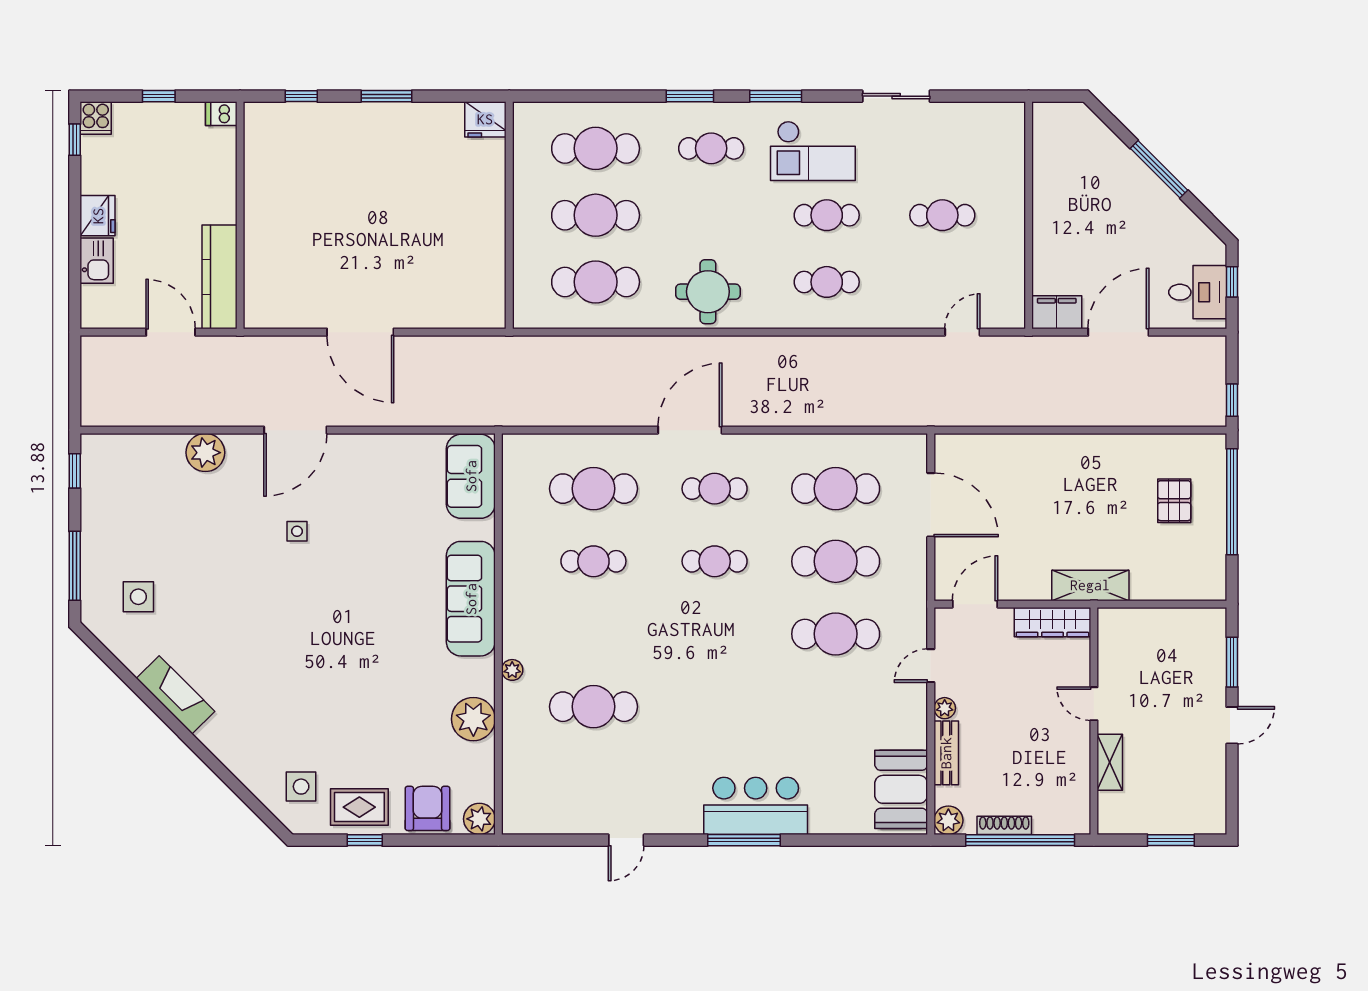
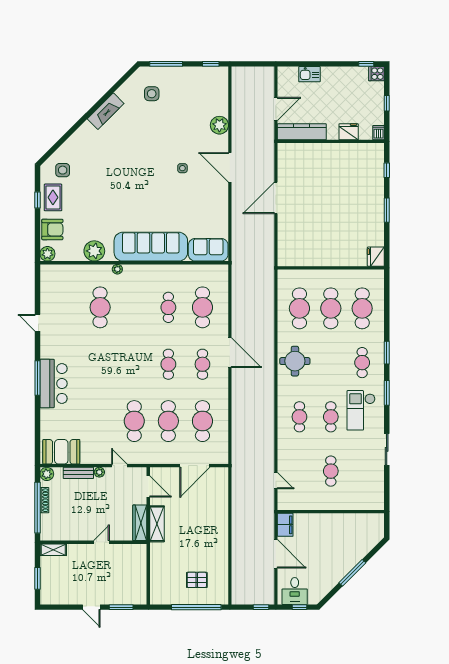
fridge: (98, 216) -> (349, 132), moved, turned 180
window: (1232, 400) -> (261, 607), moved
shelving: (1090, 585) -> (157, 524), moved
sofa: (471, 599) -> (151, 247), width x1.36, depth x1.27
shelving: (1110, 762) -> (53, 550), moved

